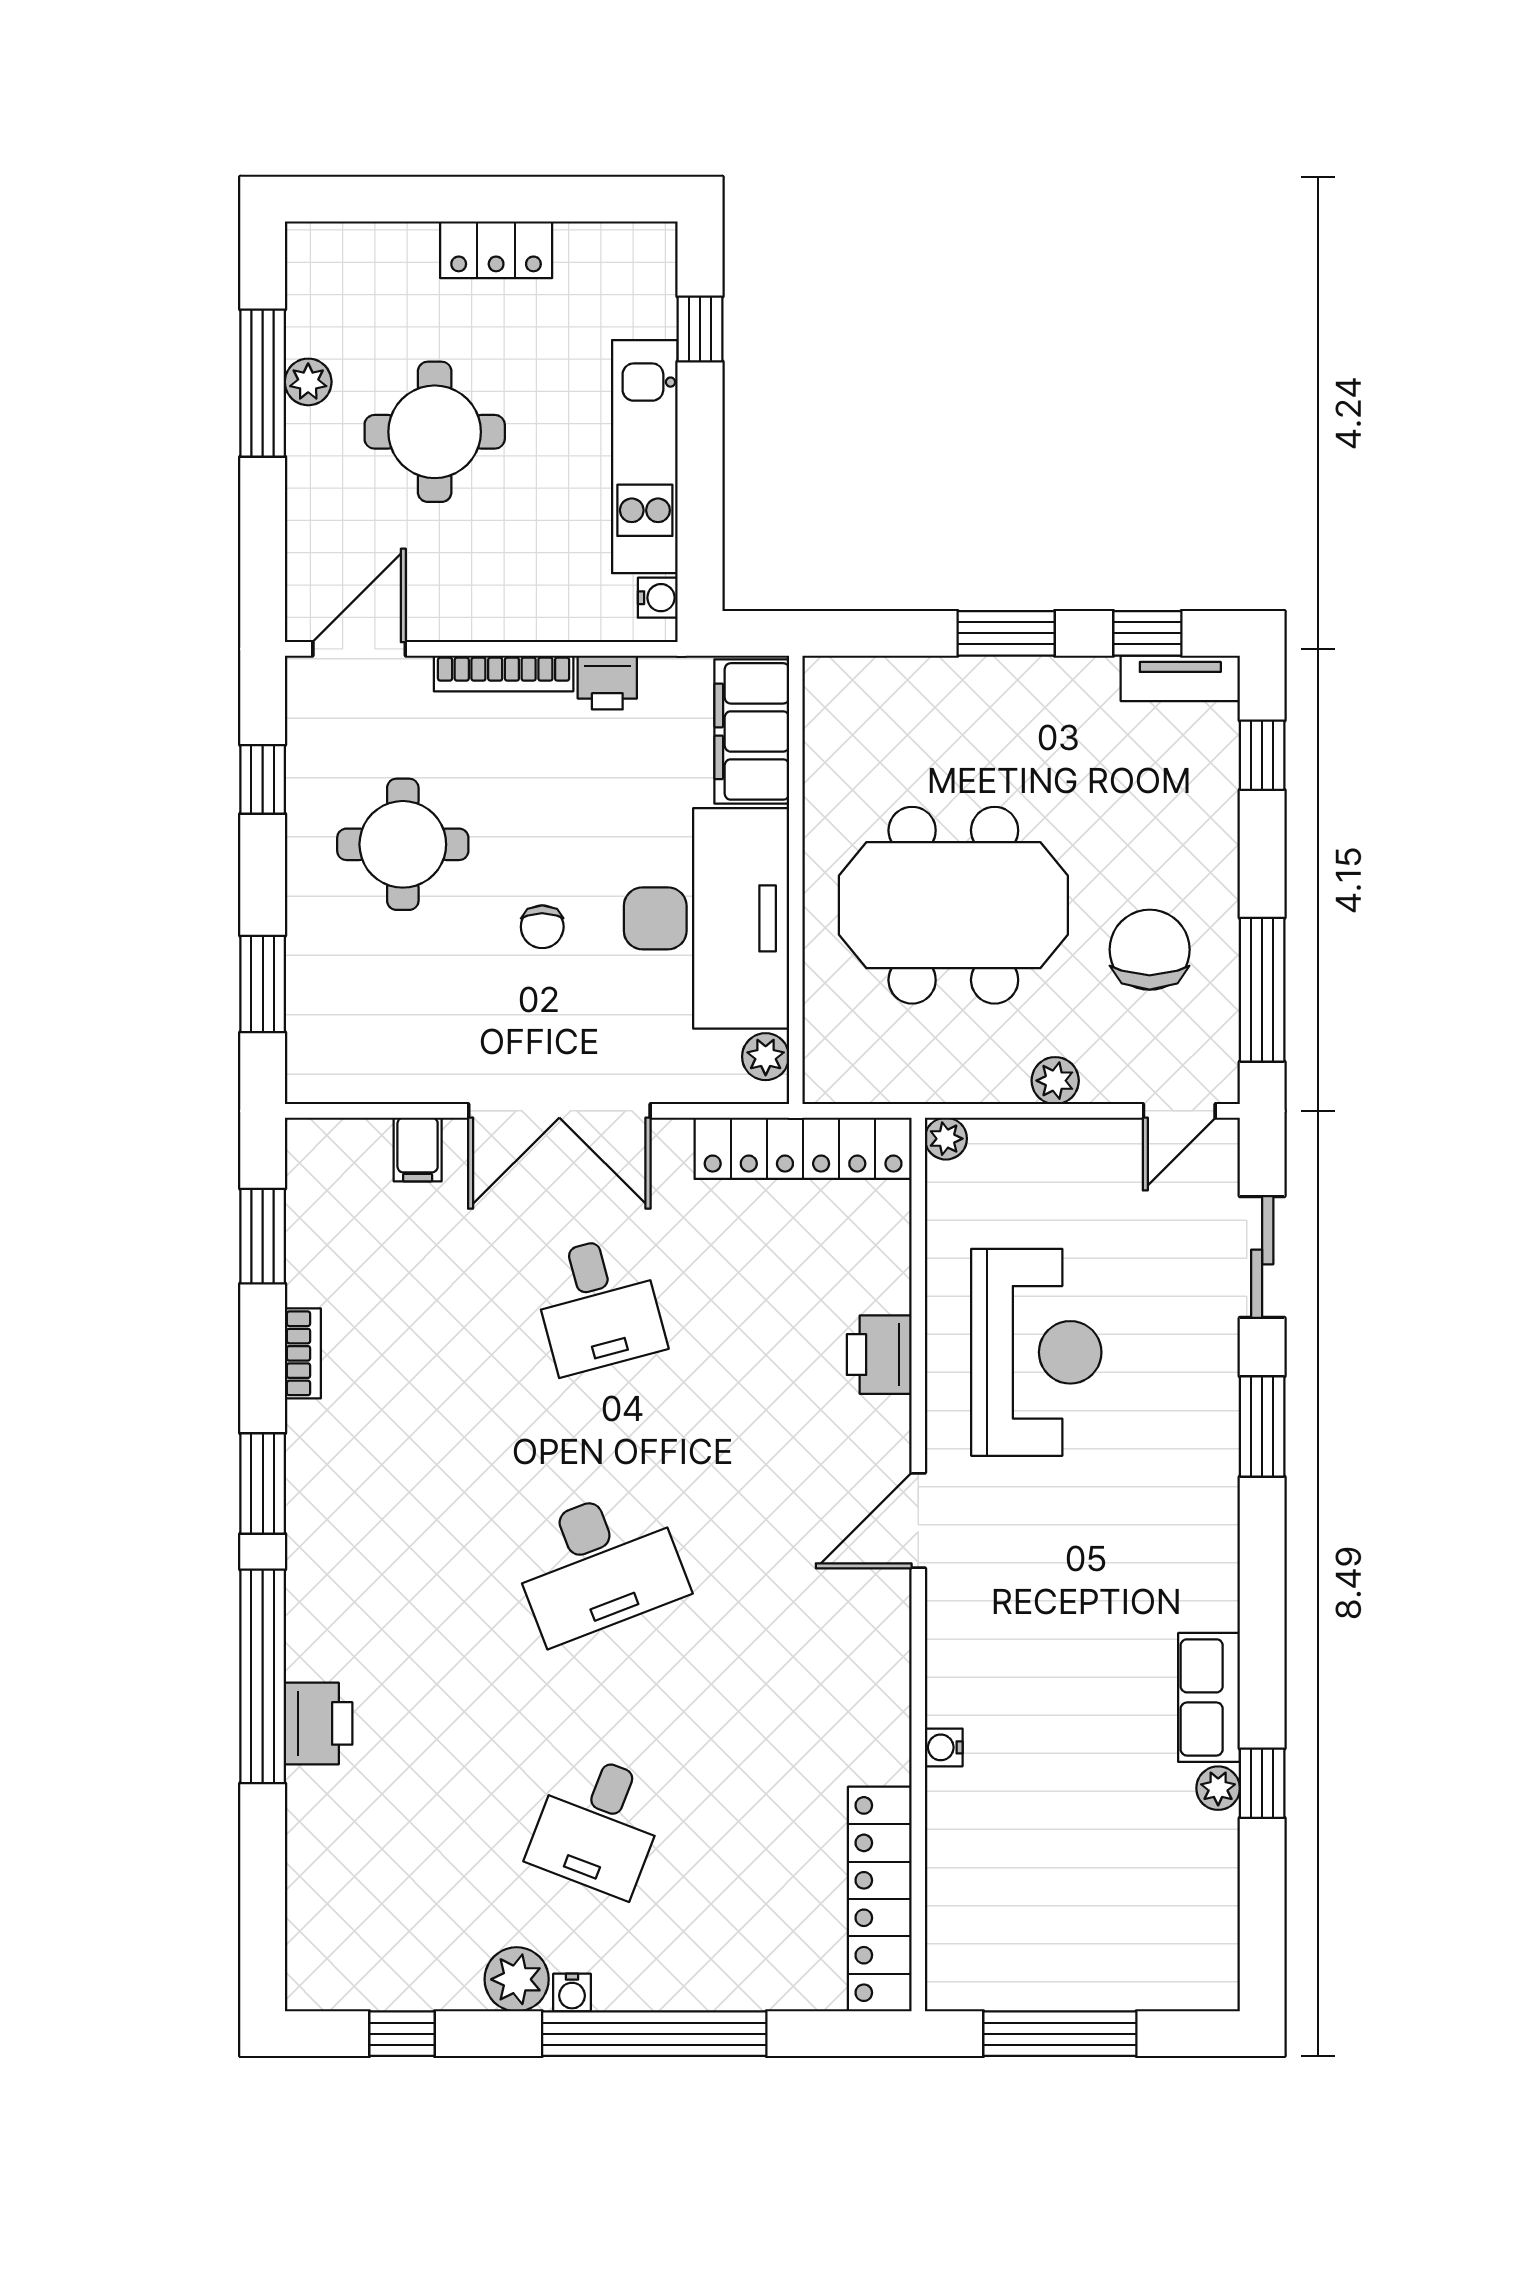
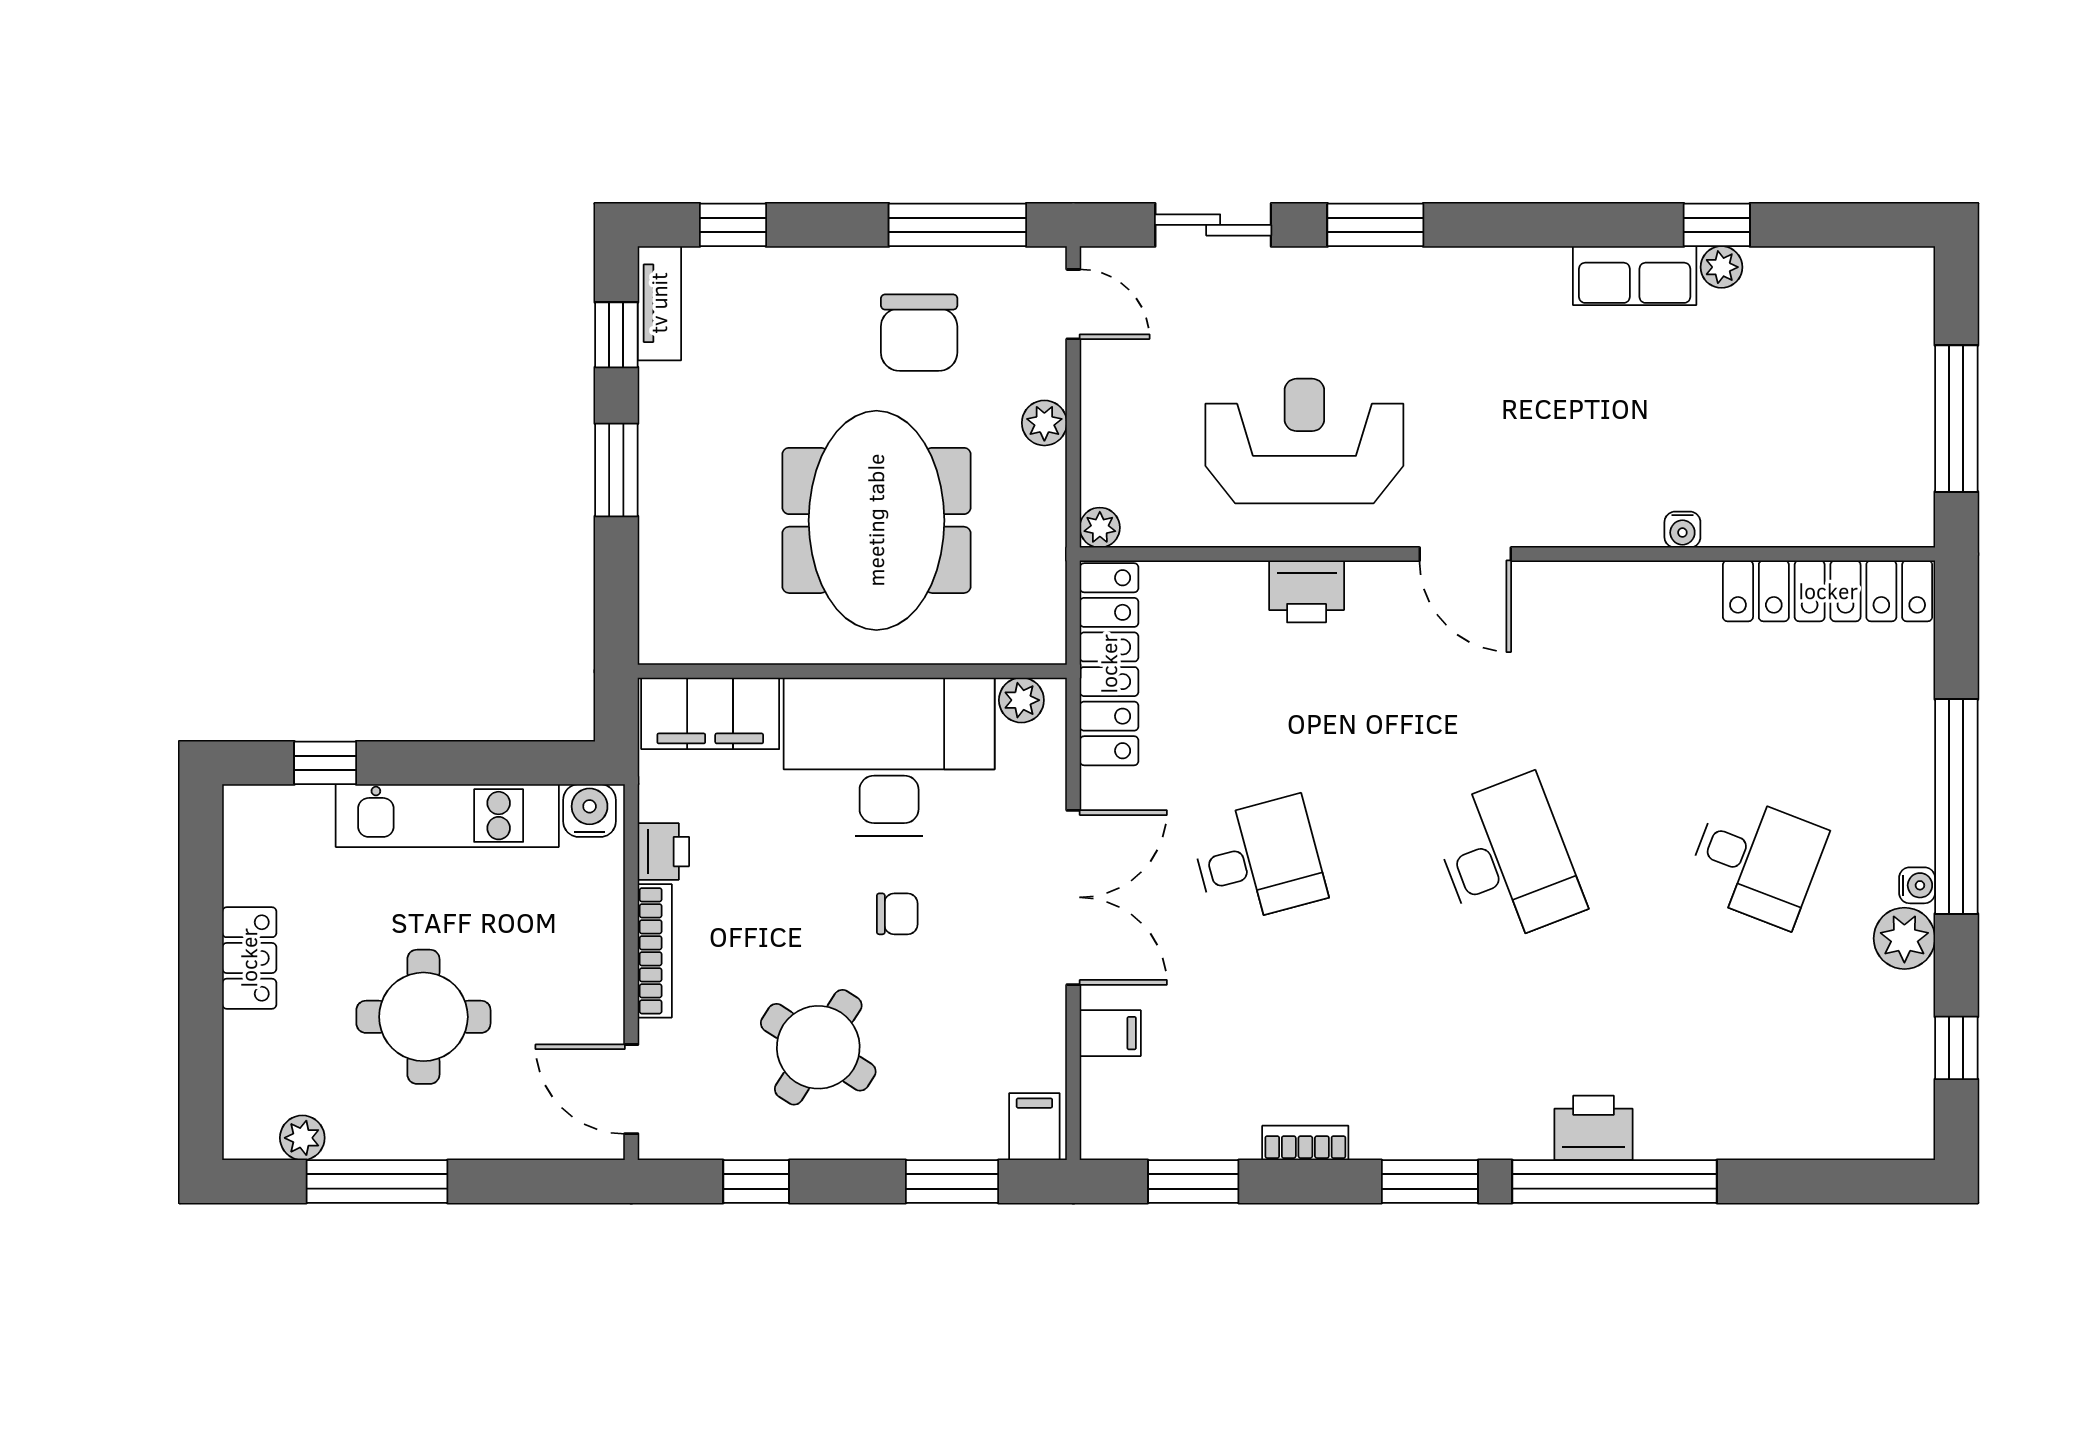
plant: (308, 382) -> (302, 1138), moved
water cooler: (658, 598) -> (590, 811), width x1.38, depth x1.38
round table: (403, 844) -> (818, 1047), turned 33
chair: (1150, 950) -> (919, 333), turned -90
filing cabinet: (320, 1070) -> (1034, 1127), added
printer: (319, 1723) -> (1594, 1128), moved

